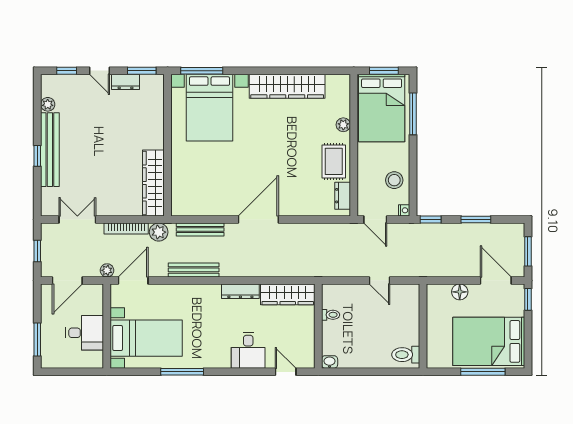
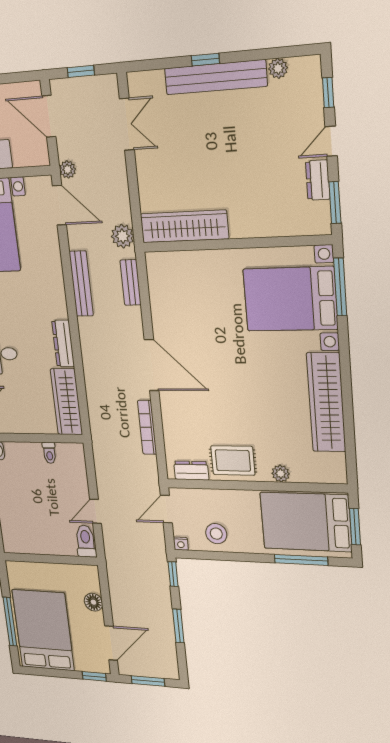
bookcase: (126, 229) -> (147, 427), moved
bench: (200, 230) -> (131, 282), width x0.73
toilet: (406, 355) -> (86, 541), moved

